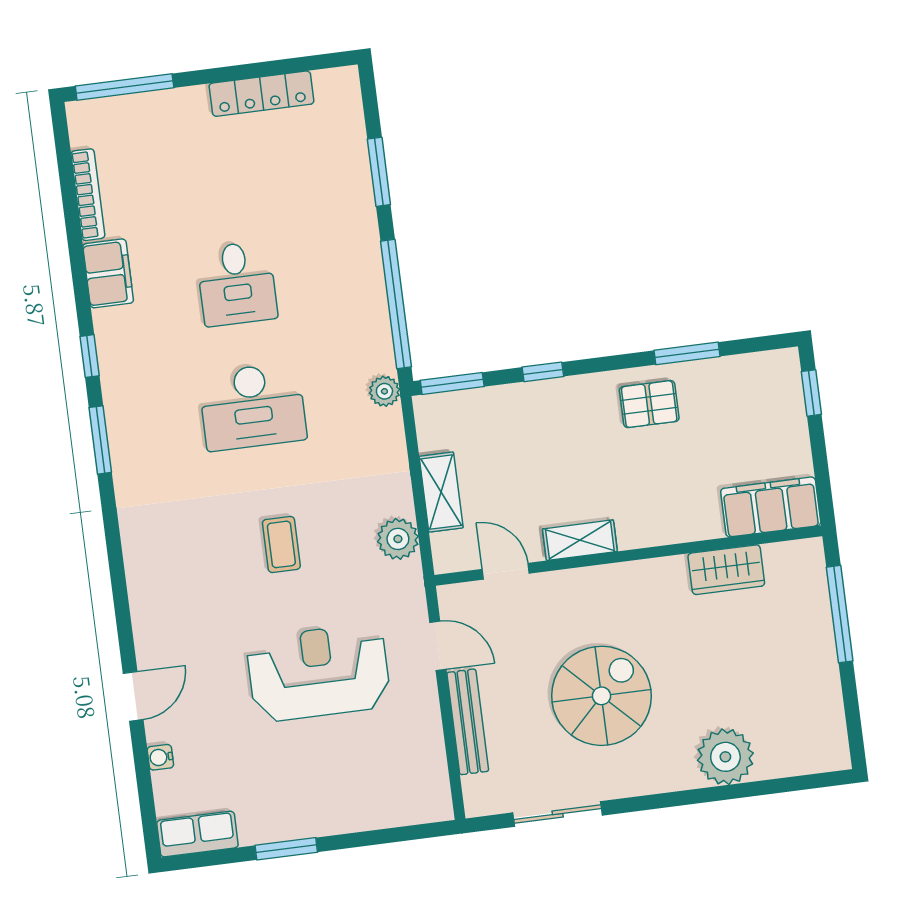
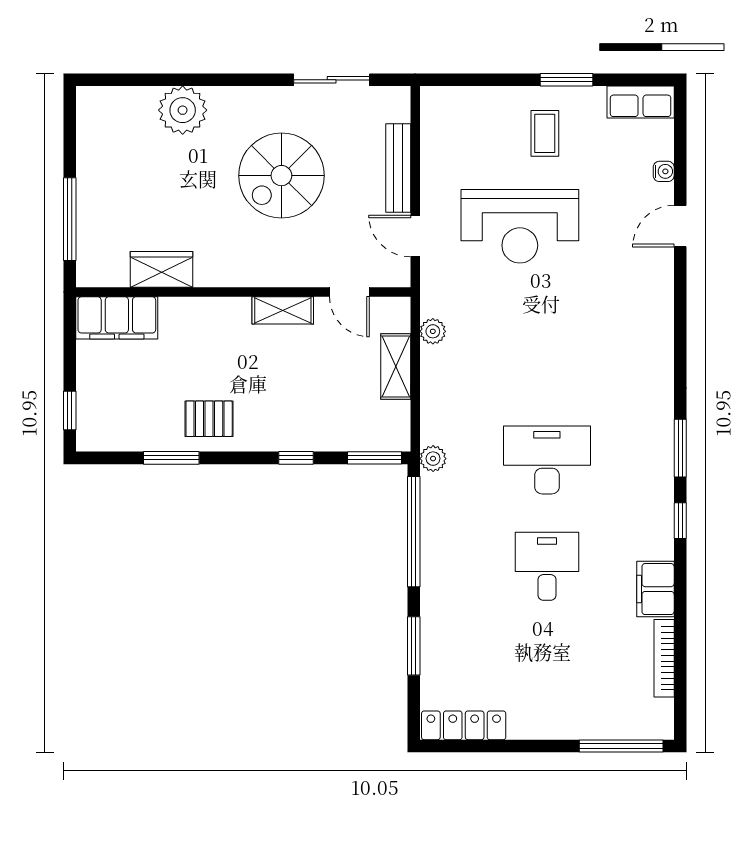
locker: (261, 94) -> (464, 725), moved
plant: (398, 539) -> (433, 331), width x0.73, depth x0.73
coffee table: (281, 544) -> (545, 133), moved

